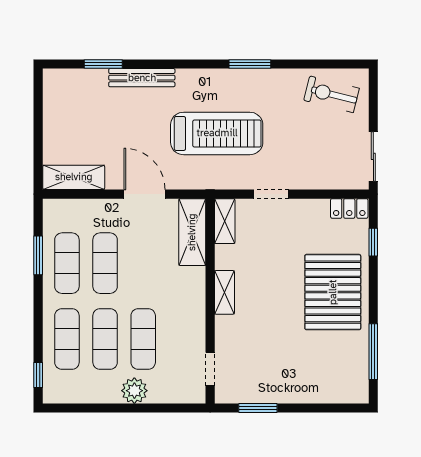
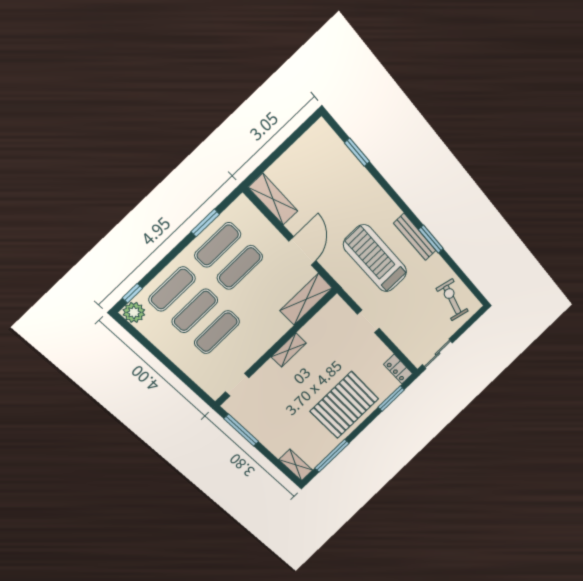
bench: (142, 78) -> (415, 237), moved
treadmill: (217, 133) -> (375, 258), turned 180
shelving: (225, 221) -> (296, 465), moved, turned 90
window: (373, 242) -> (391, 399), width x1.50
plant: (134, 391) -> (134, 312), moved
window: (258, 408) -> (241, 430), width x1.44

